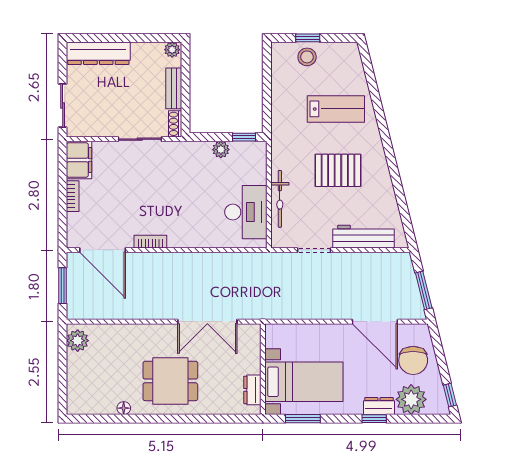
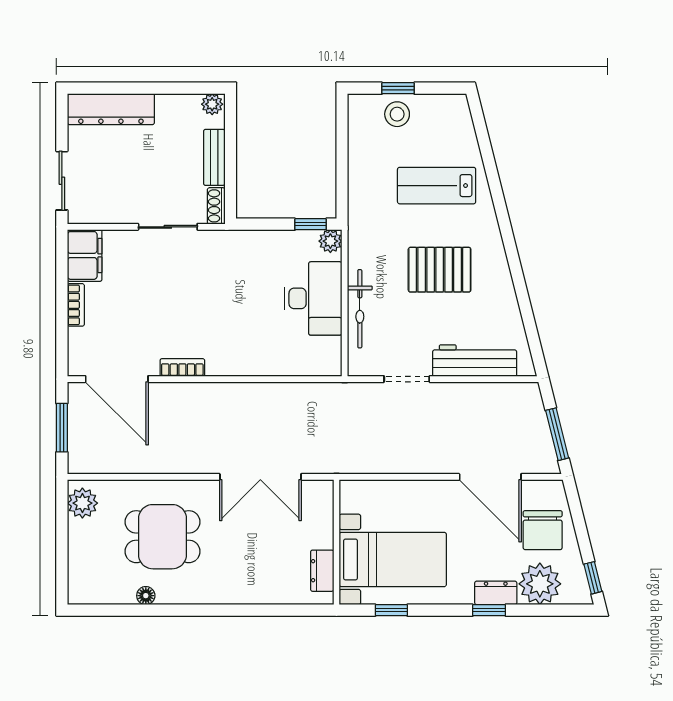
lab bench: (336, 109) -> (437, 186), turned 180
plant: (221, 150) -> (330, 241), moved
desk: (246, 212) -> (313, 298), moved
dining table: (170, 381) -> (162, 537), moved
window: (303, 419) -> (391, 610), width x0.67

